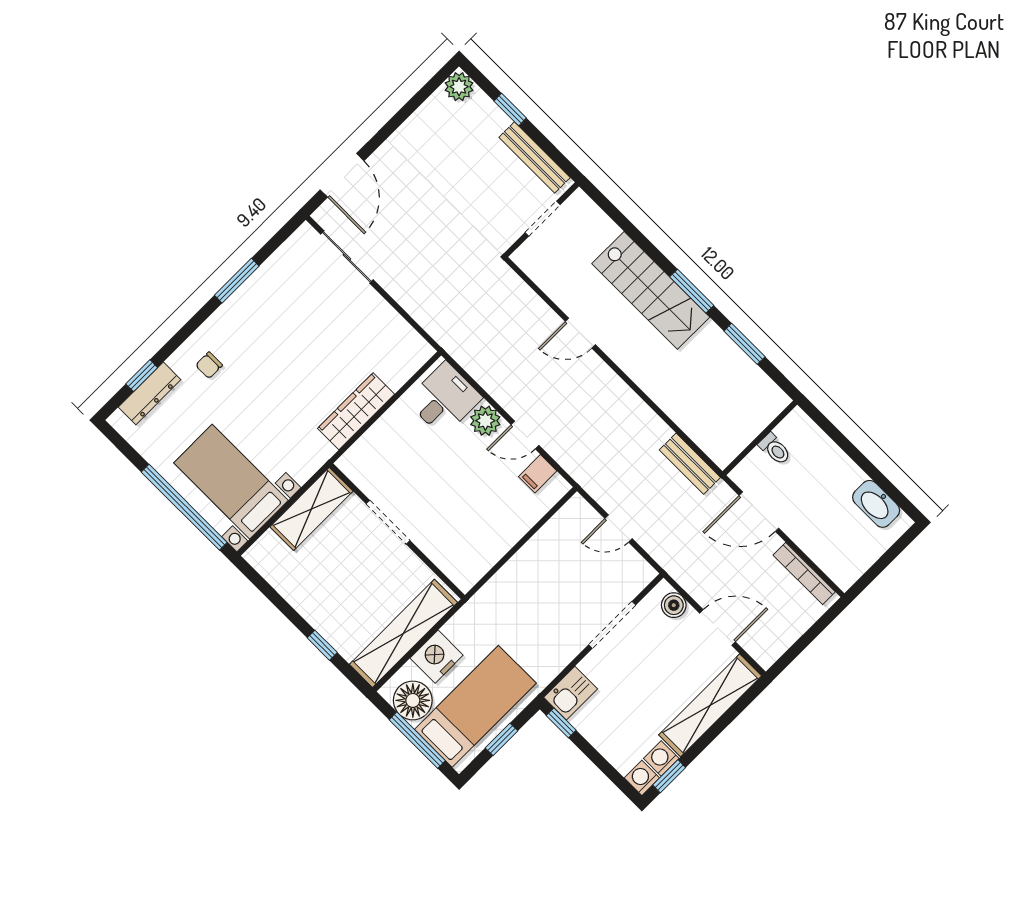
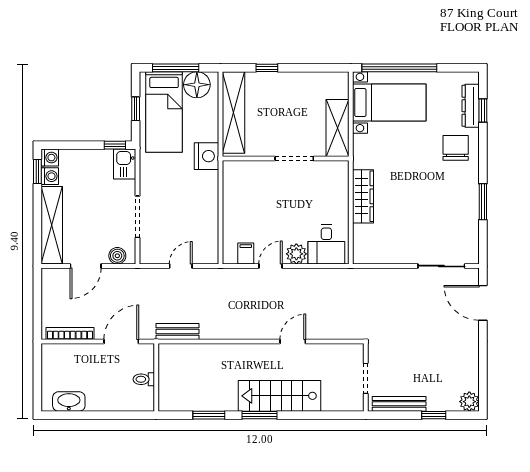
chair: (209, 365) -> (456, 148), width x1.87, depth x1.87
nightstand: (437, 657) -> (207, 156), moved

